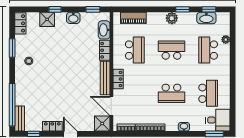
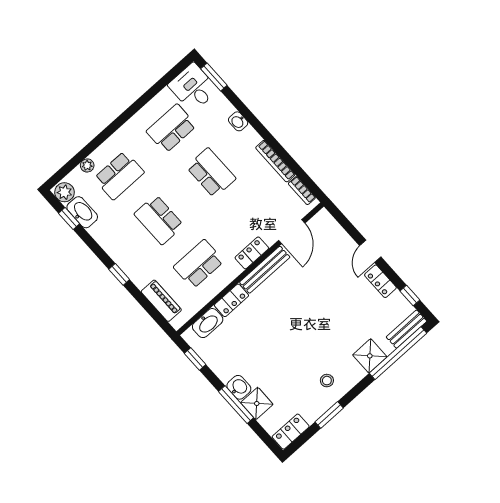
window: (55, 9) -> (236, 405), width x2.17
window: (183, 9) -> (119, 274), moved
washbasin: (73, 18) -> (239, 387), moved
plant: (172, 18) -> (64, 192), moved
shower: (102, 124) -> (370, 356), moved

